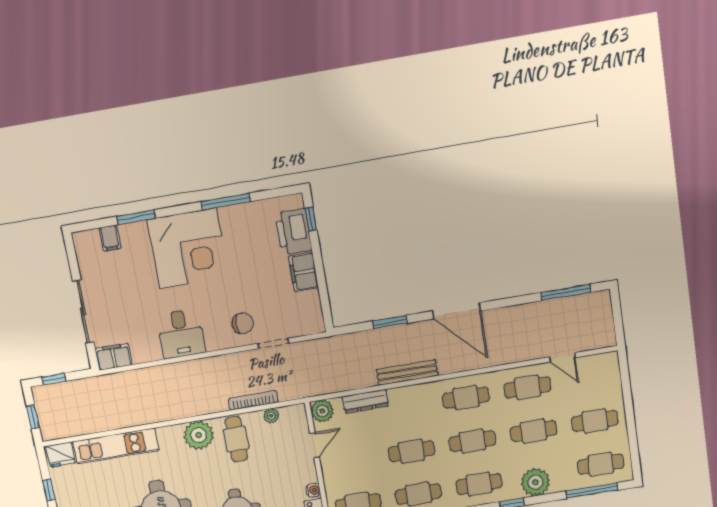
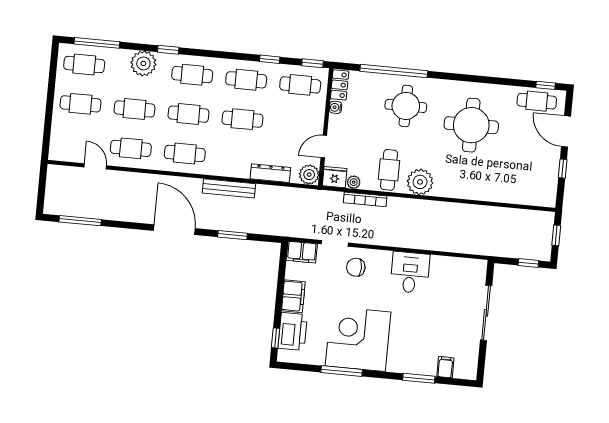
corner desk: (188, 248) -> (358, 339), moved
filing cabinet: (114, 357) -> (302, 252), moved
kitchen unit: (116, 446) -> (493, 192), removed
fridge: (61, 454) -> (335, 177), moved

